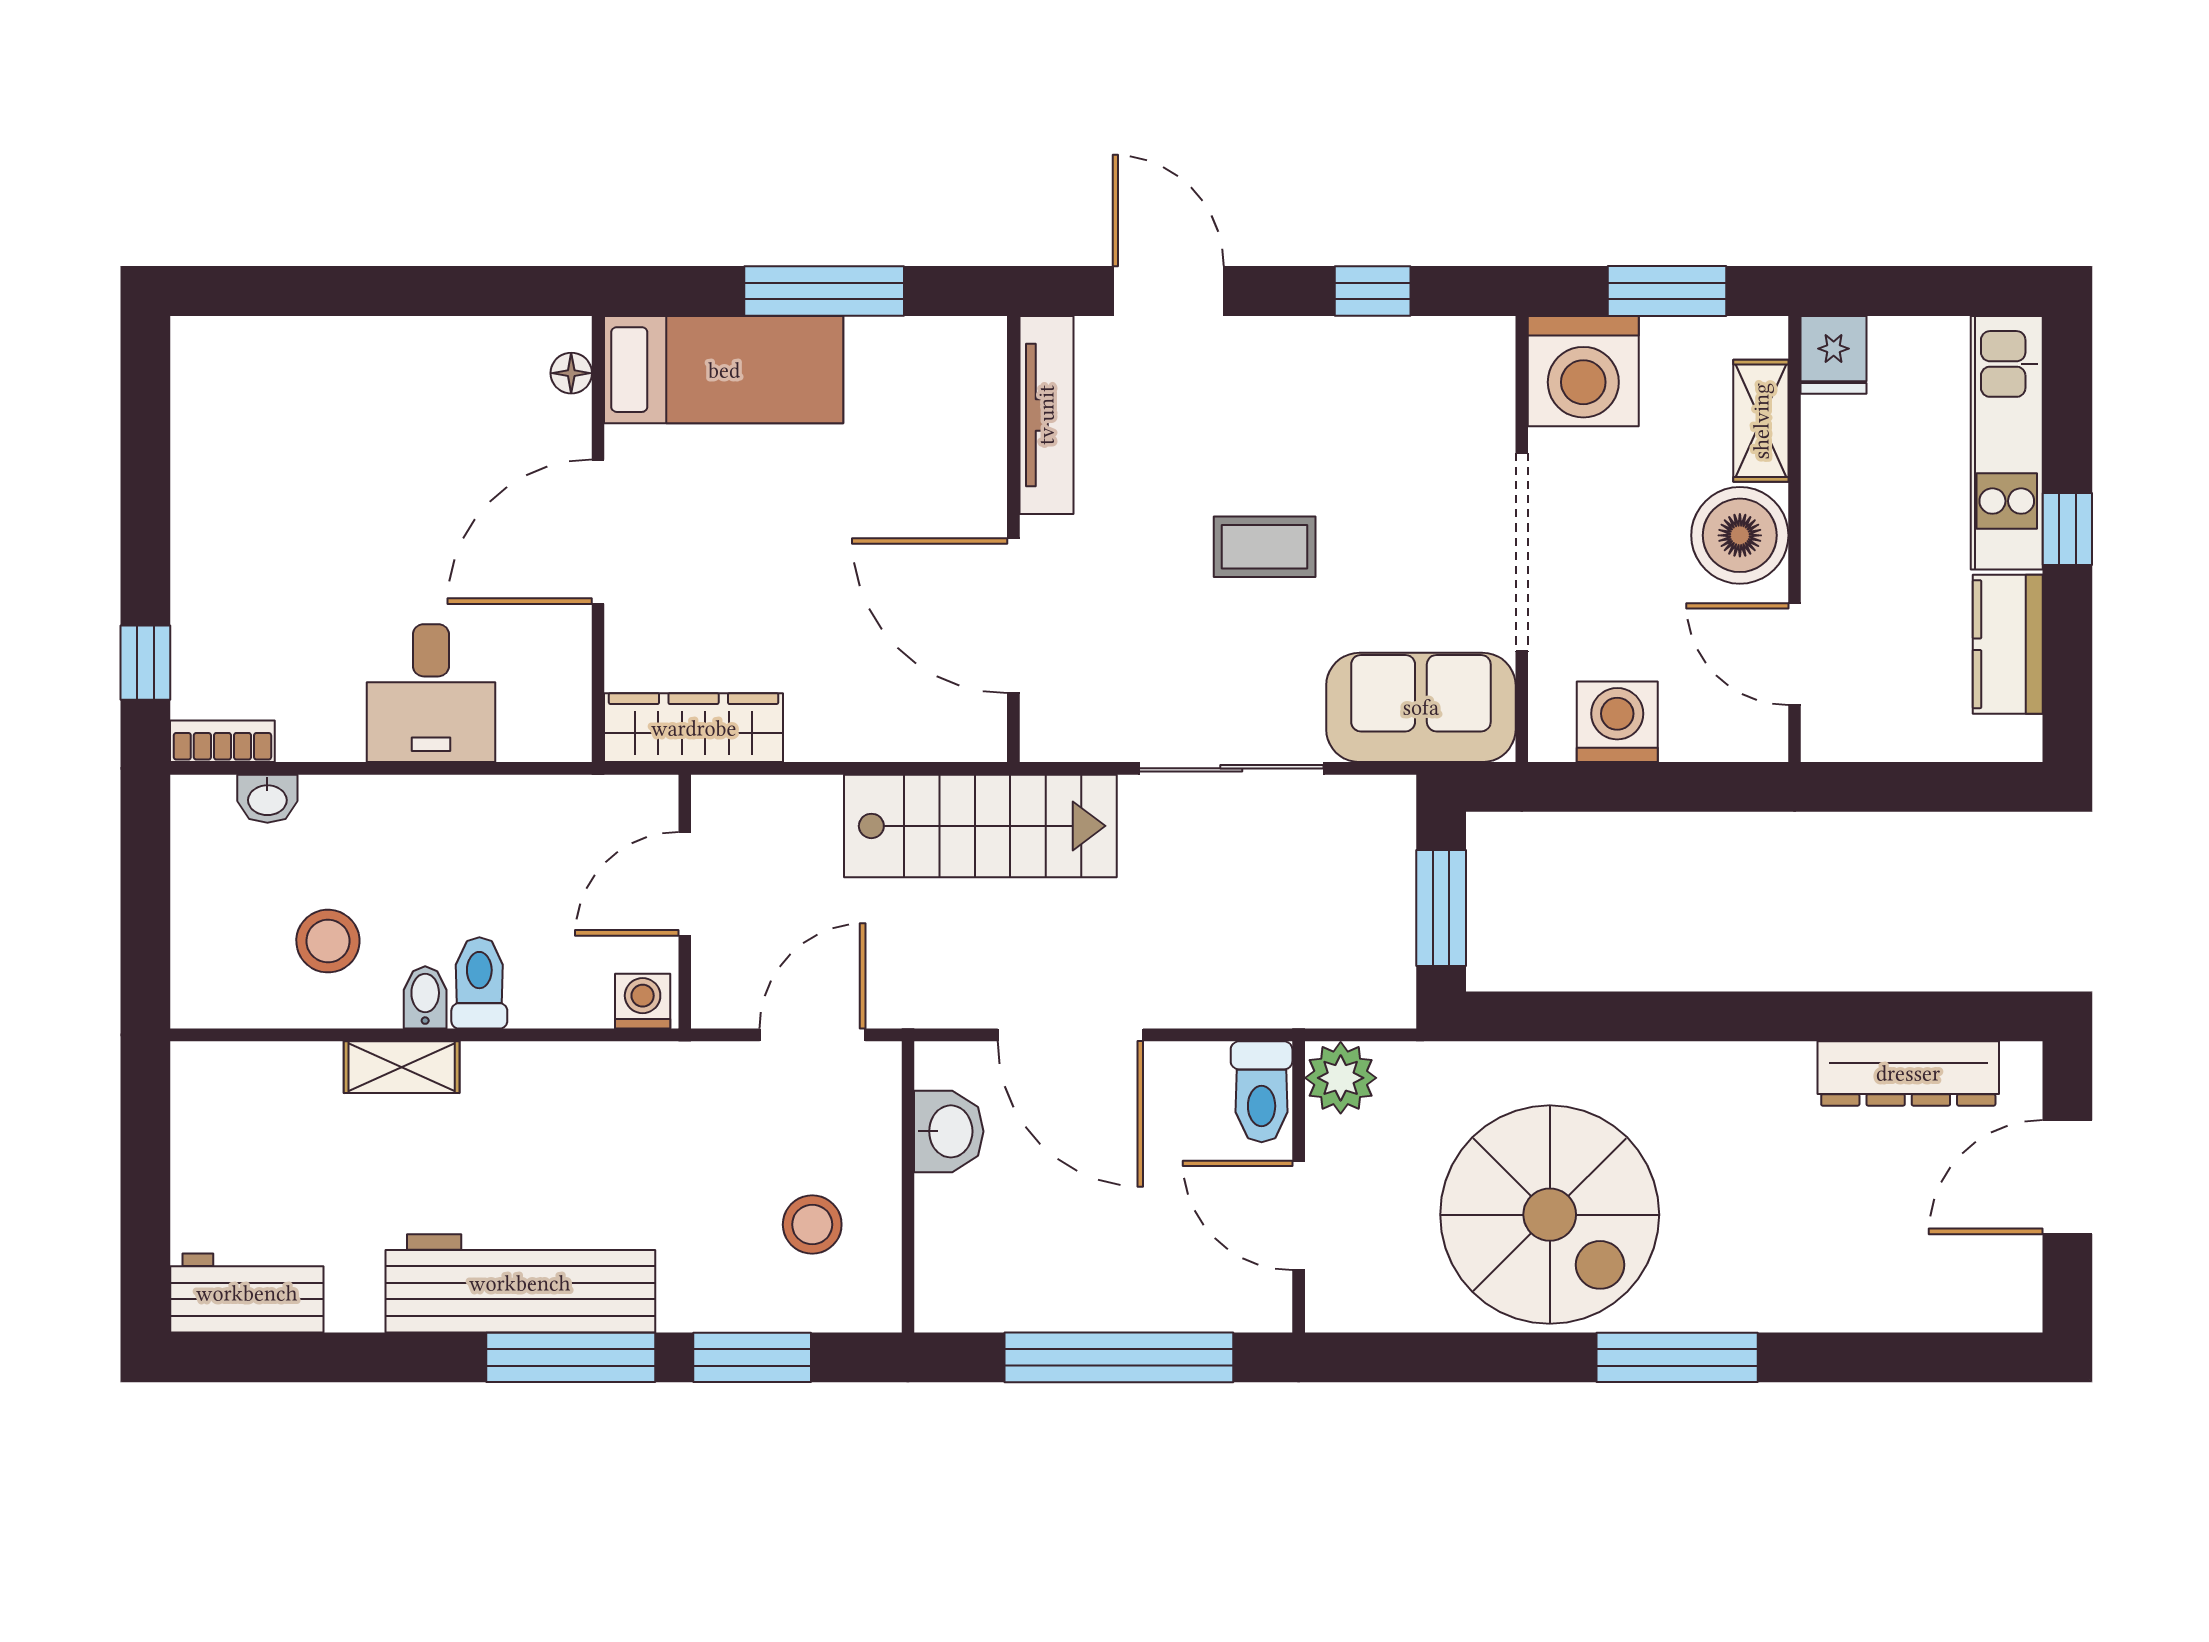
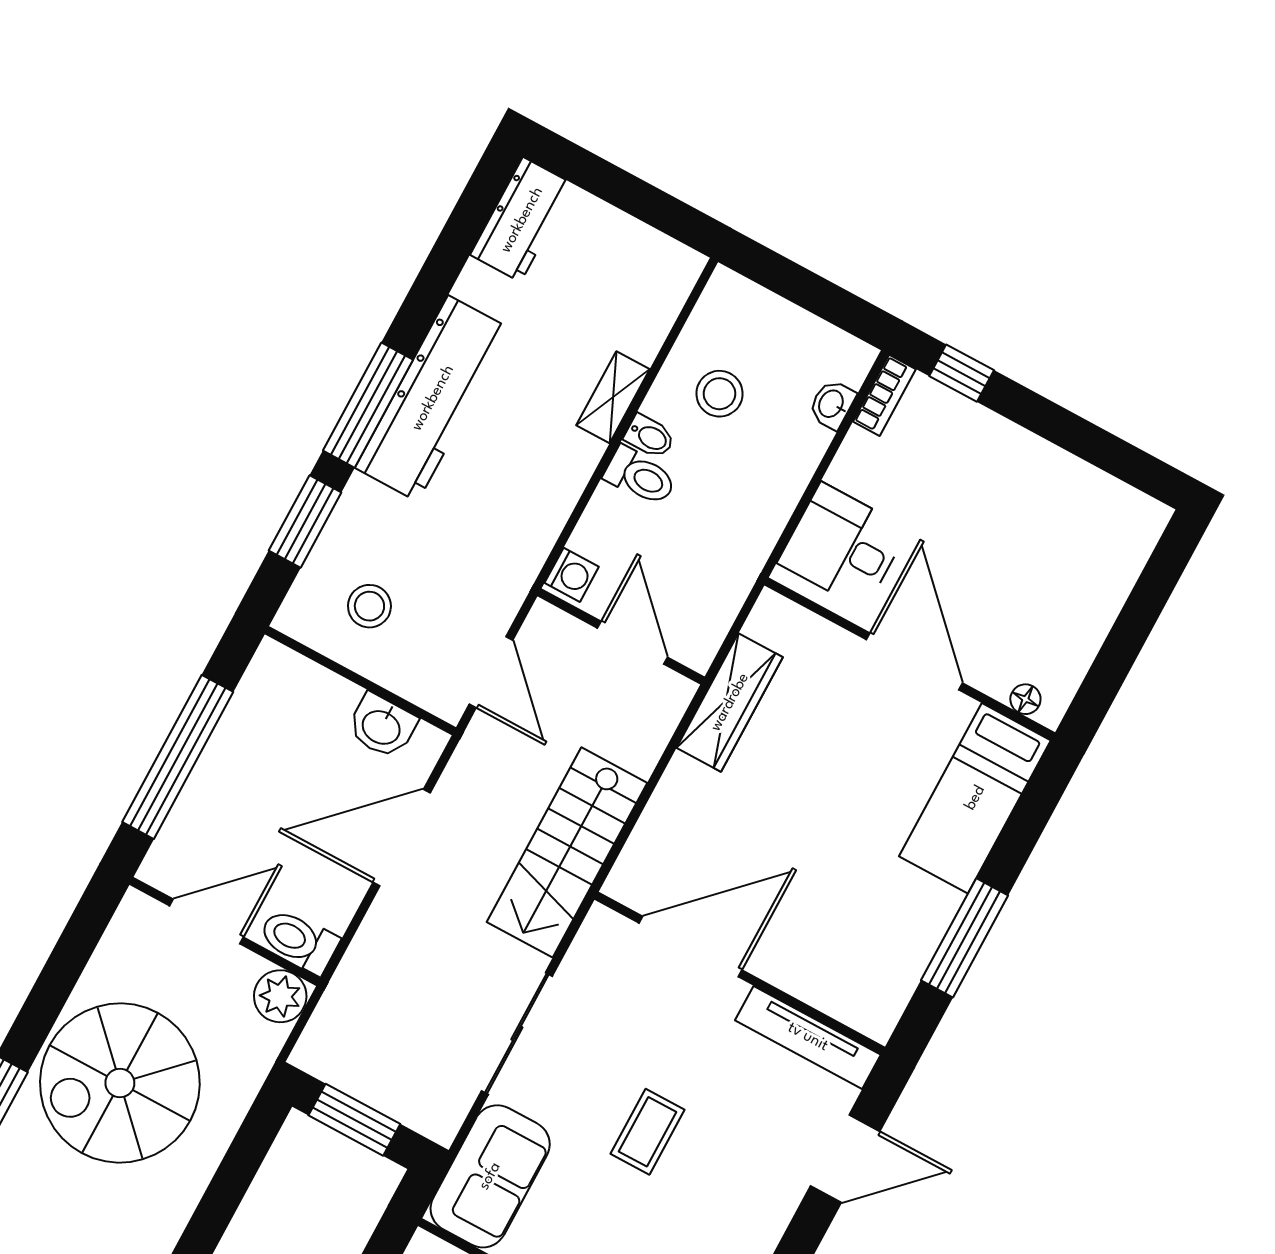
bed: (724, 370) -> (975, 798), moved
floor lamp: (571, 373) -> (1025, 699), moved
door: (598, 532) -> (914, 661), moved
wall: (598, 539) -> (910, 659), moved

